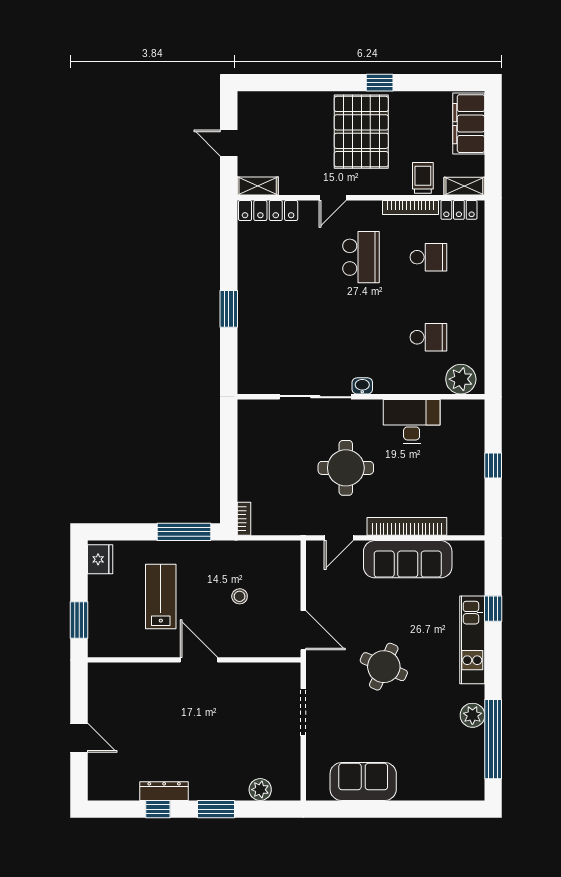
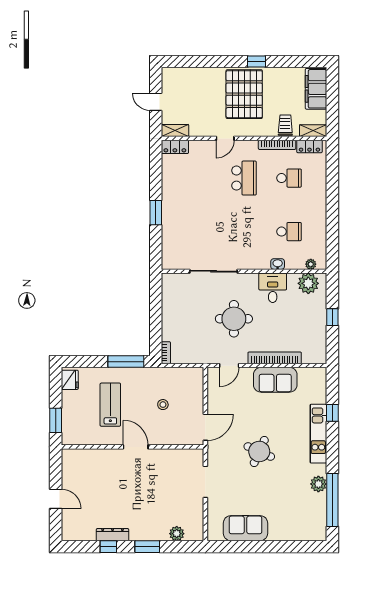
locker: (268, 210) -> (175, 147), width x0.66
plant: (461, 379) -> (311, 264), width x0.53, depth x0.53
washbasin: (362, 386) -> (278, 264), moved
plant: (457, 415) -> (308, 283), added
desk: (412, 421) -> (273, 288), width x0.73
sofa: (408, 559) -> (275, 380), width x0.73
door: (303, 630) -> (205, 427), hinge flipped

